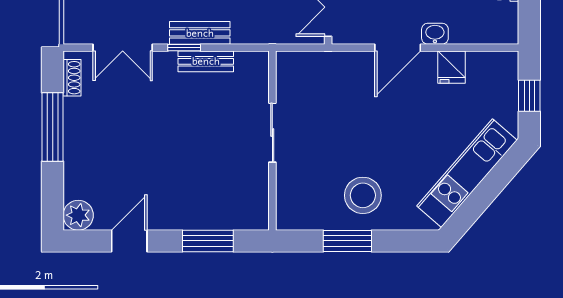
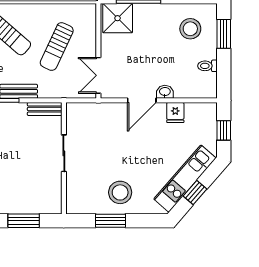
bench: (206, 61) -> (45, 109), moved
window: (483, 196) -> (195, 193), added

